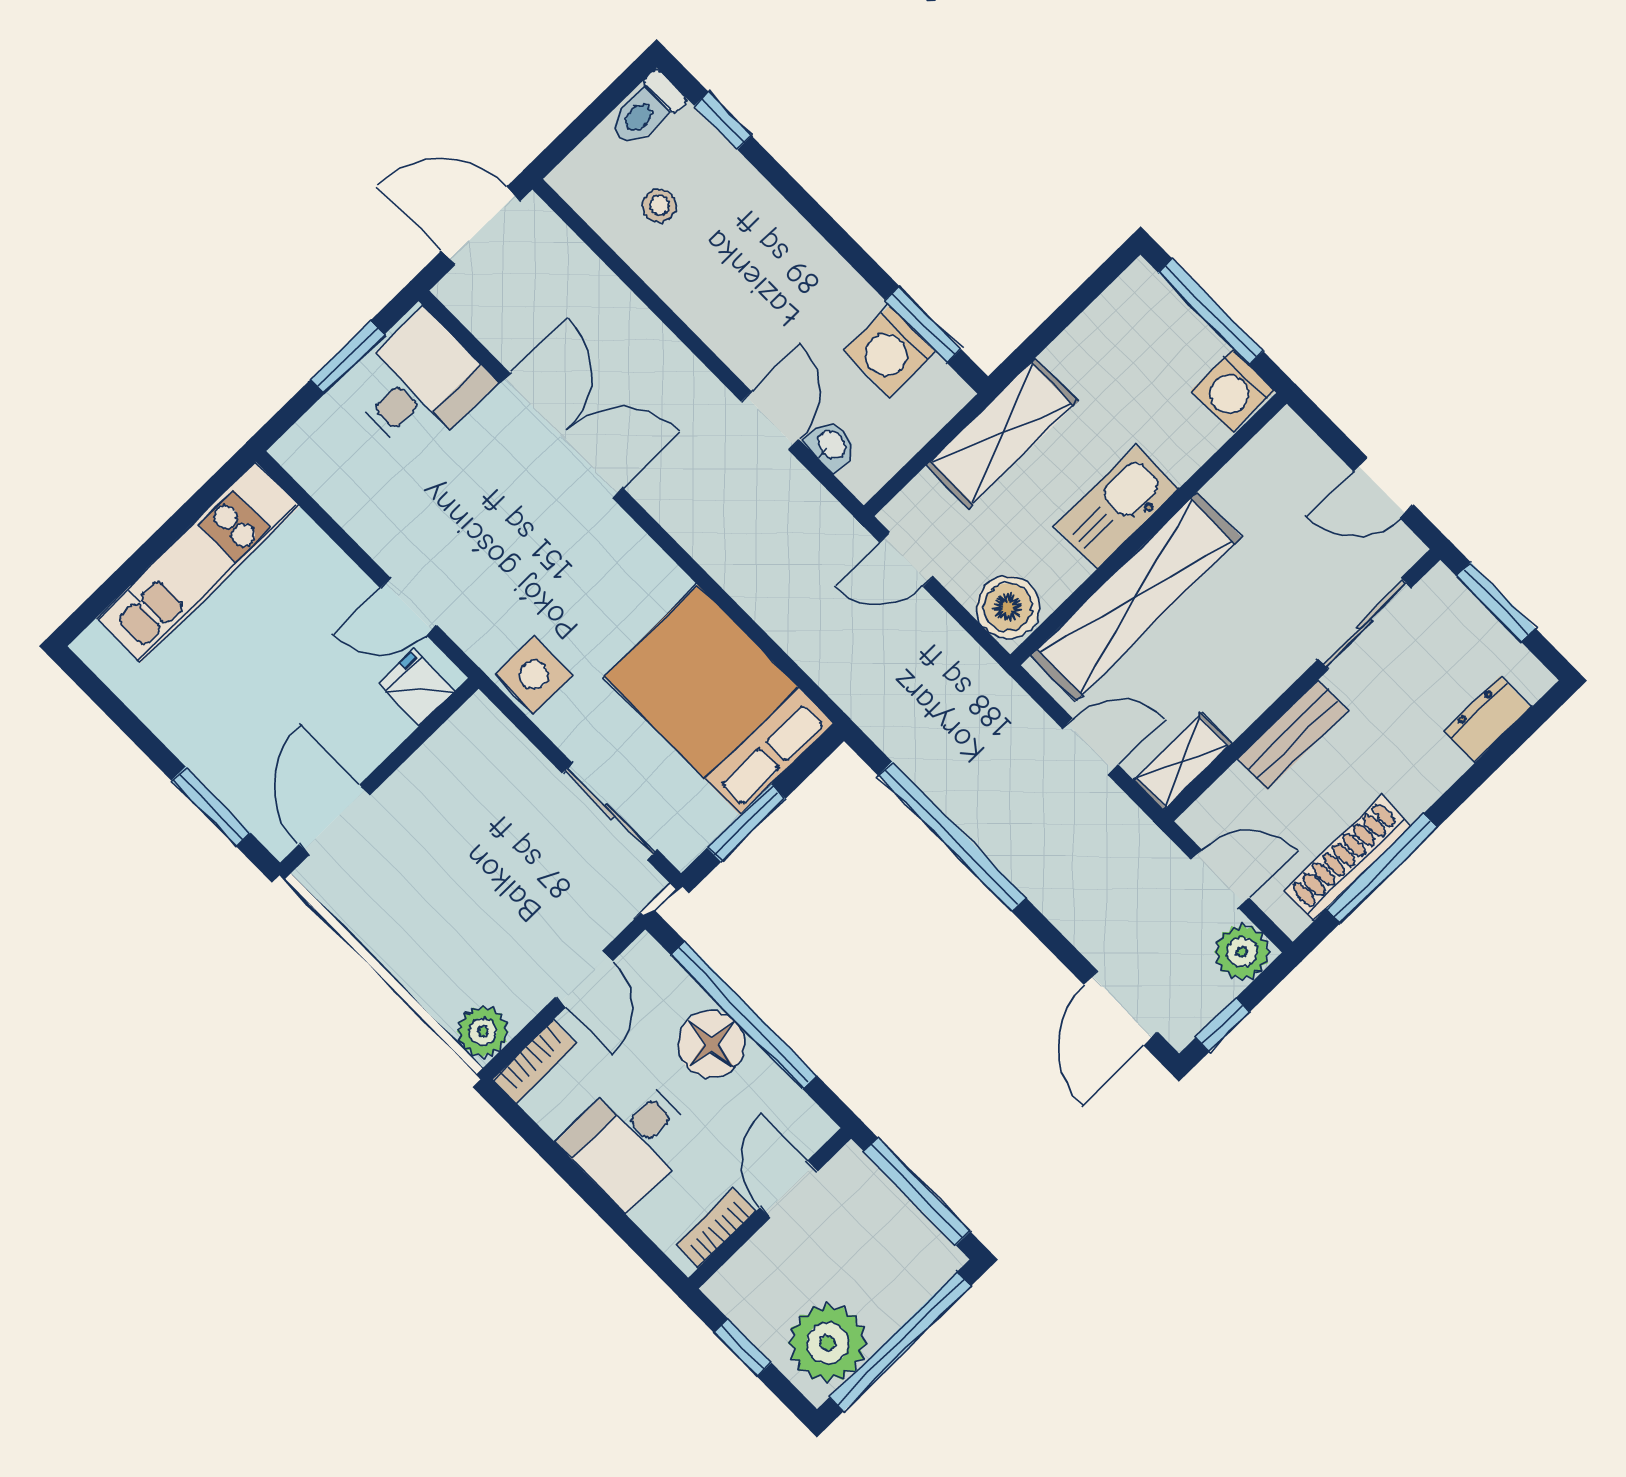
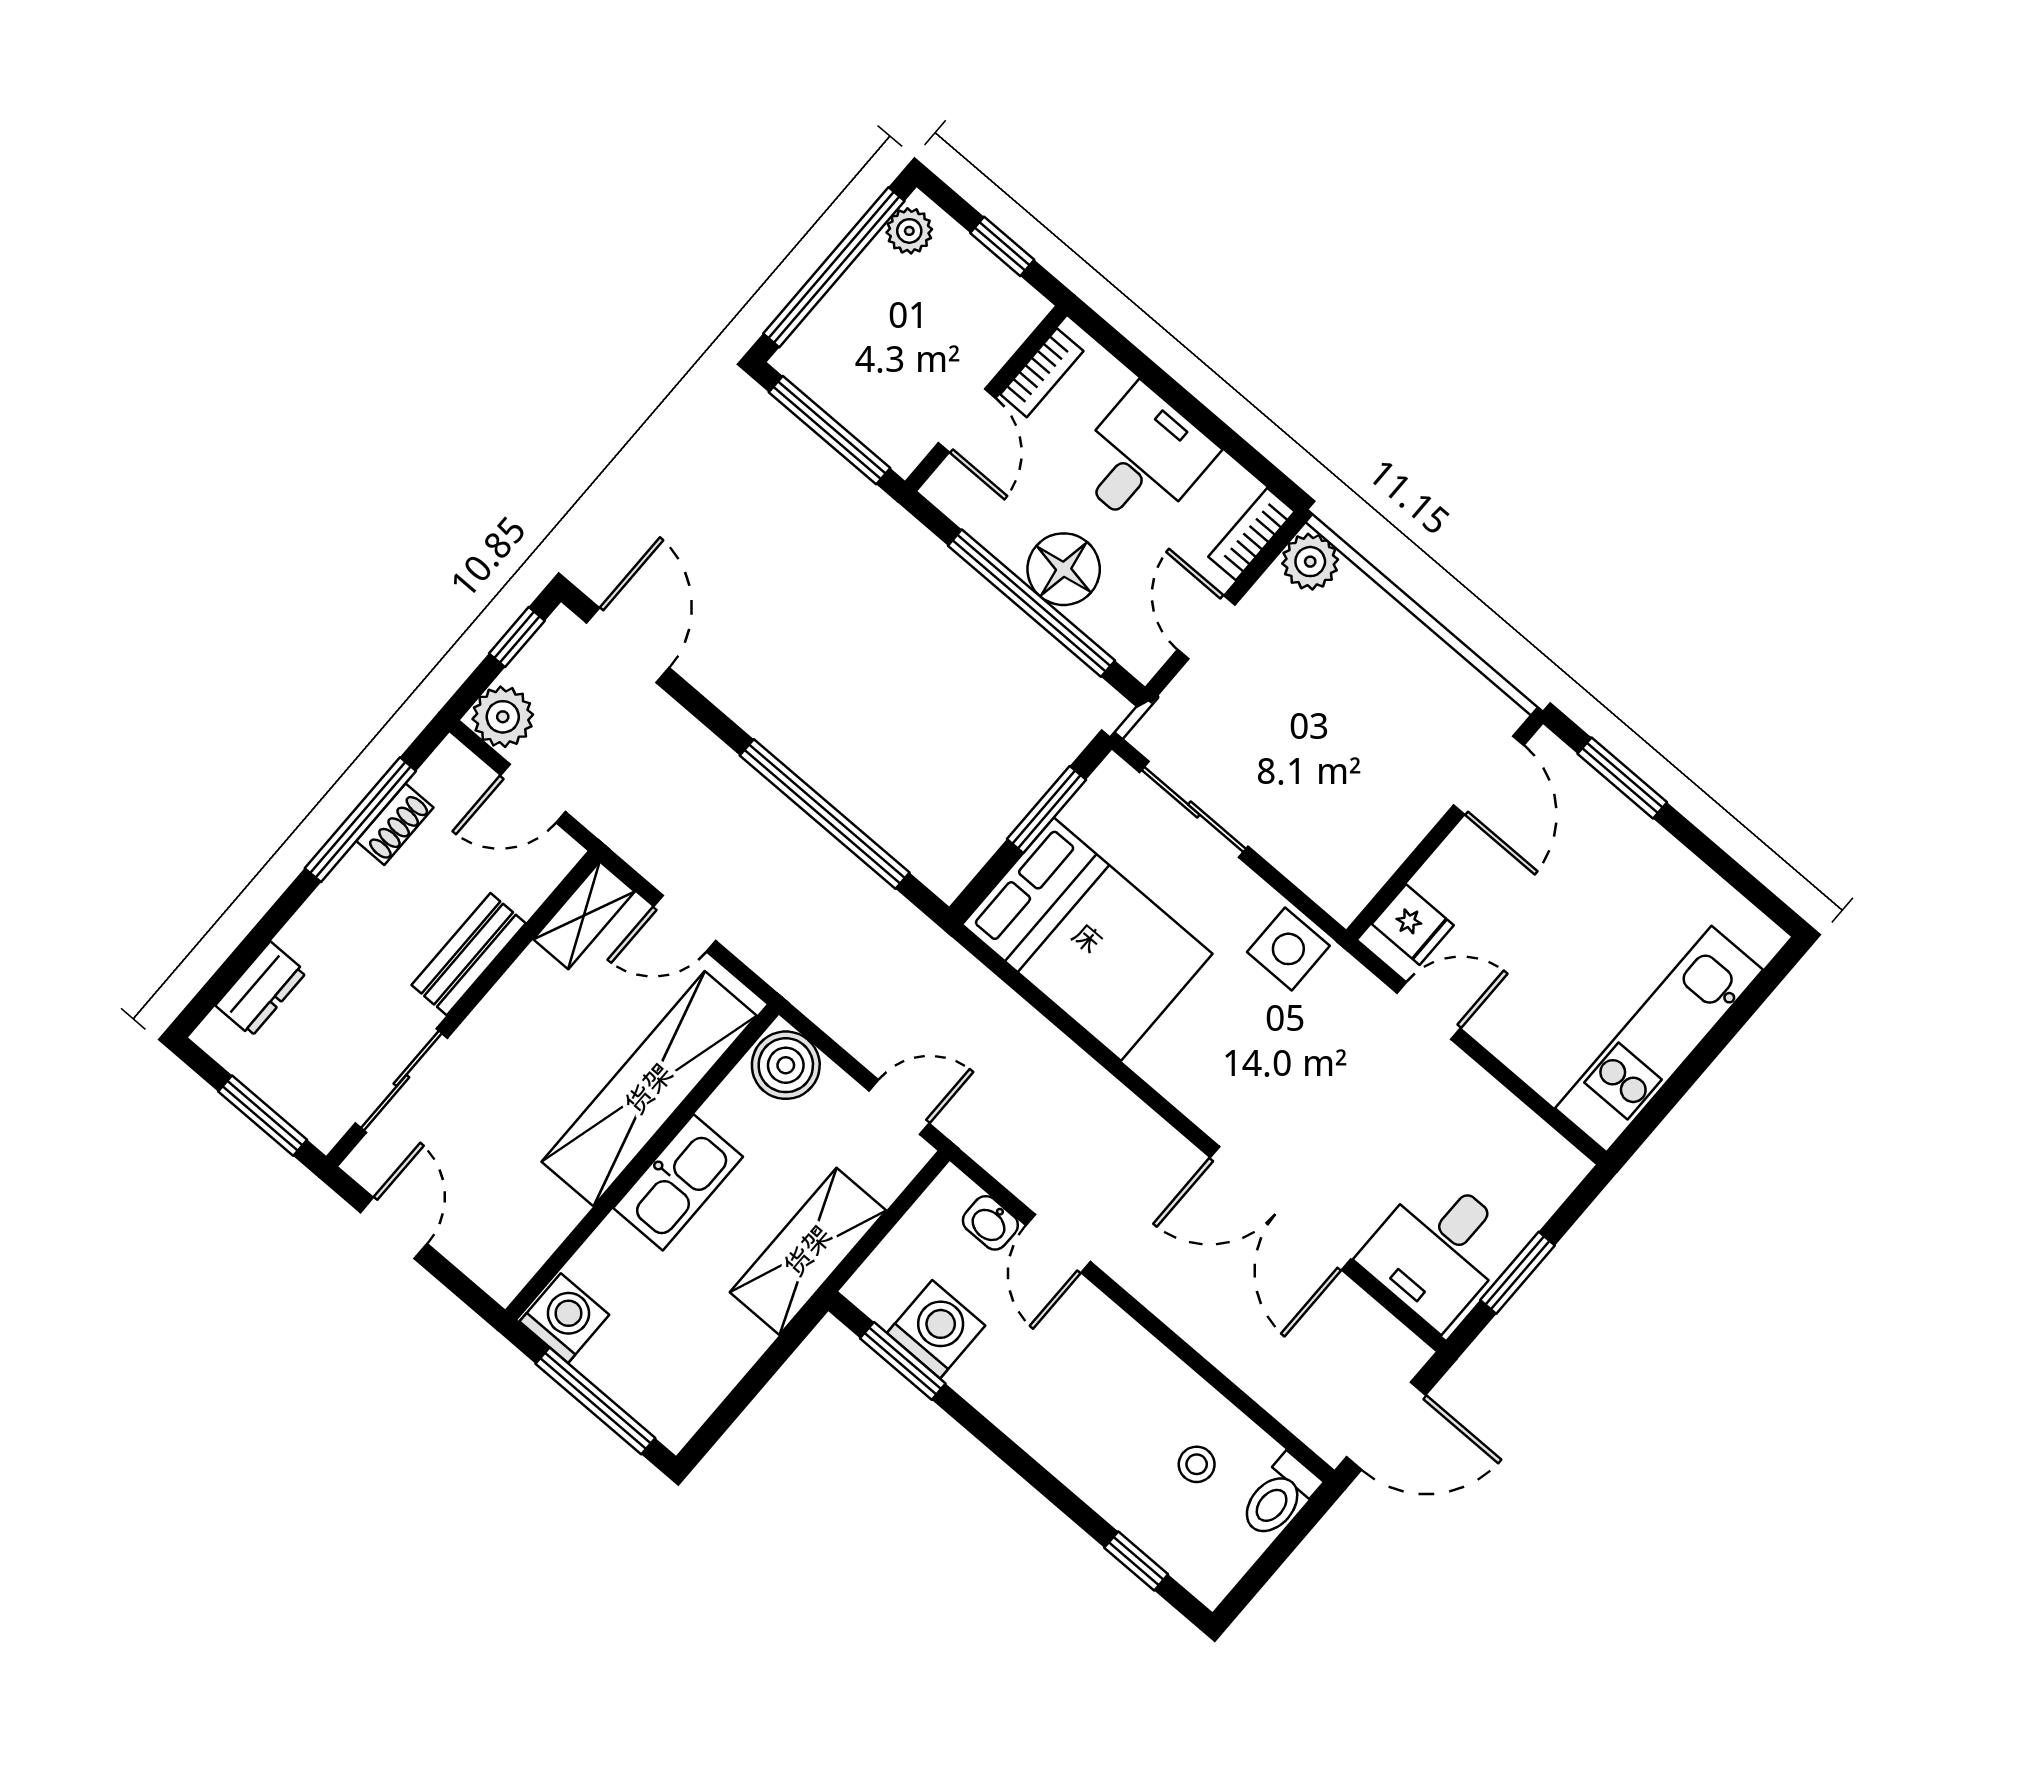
toilet: (646, 110) -> (1279, 1497), moved, turned 180
door: (1383, 488) -> (394, 1228), hinge flipped
shoe rack: (1347, 858) -> (395, 824), width x0.51, depth x0.81
plant: (828, 1343) -> (909, 231), width x0.53, depth x0.53

